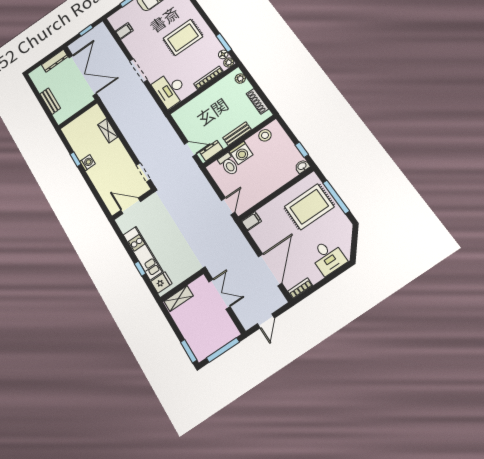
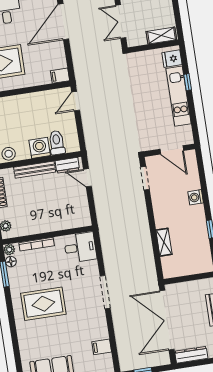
desk: (170, 90) -> (80, 247), width x0.73
bench: (237, 134) -> (35, 170), width x1.36
washing machine: (87, 163) -> (196, 197), moved

